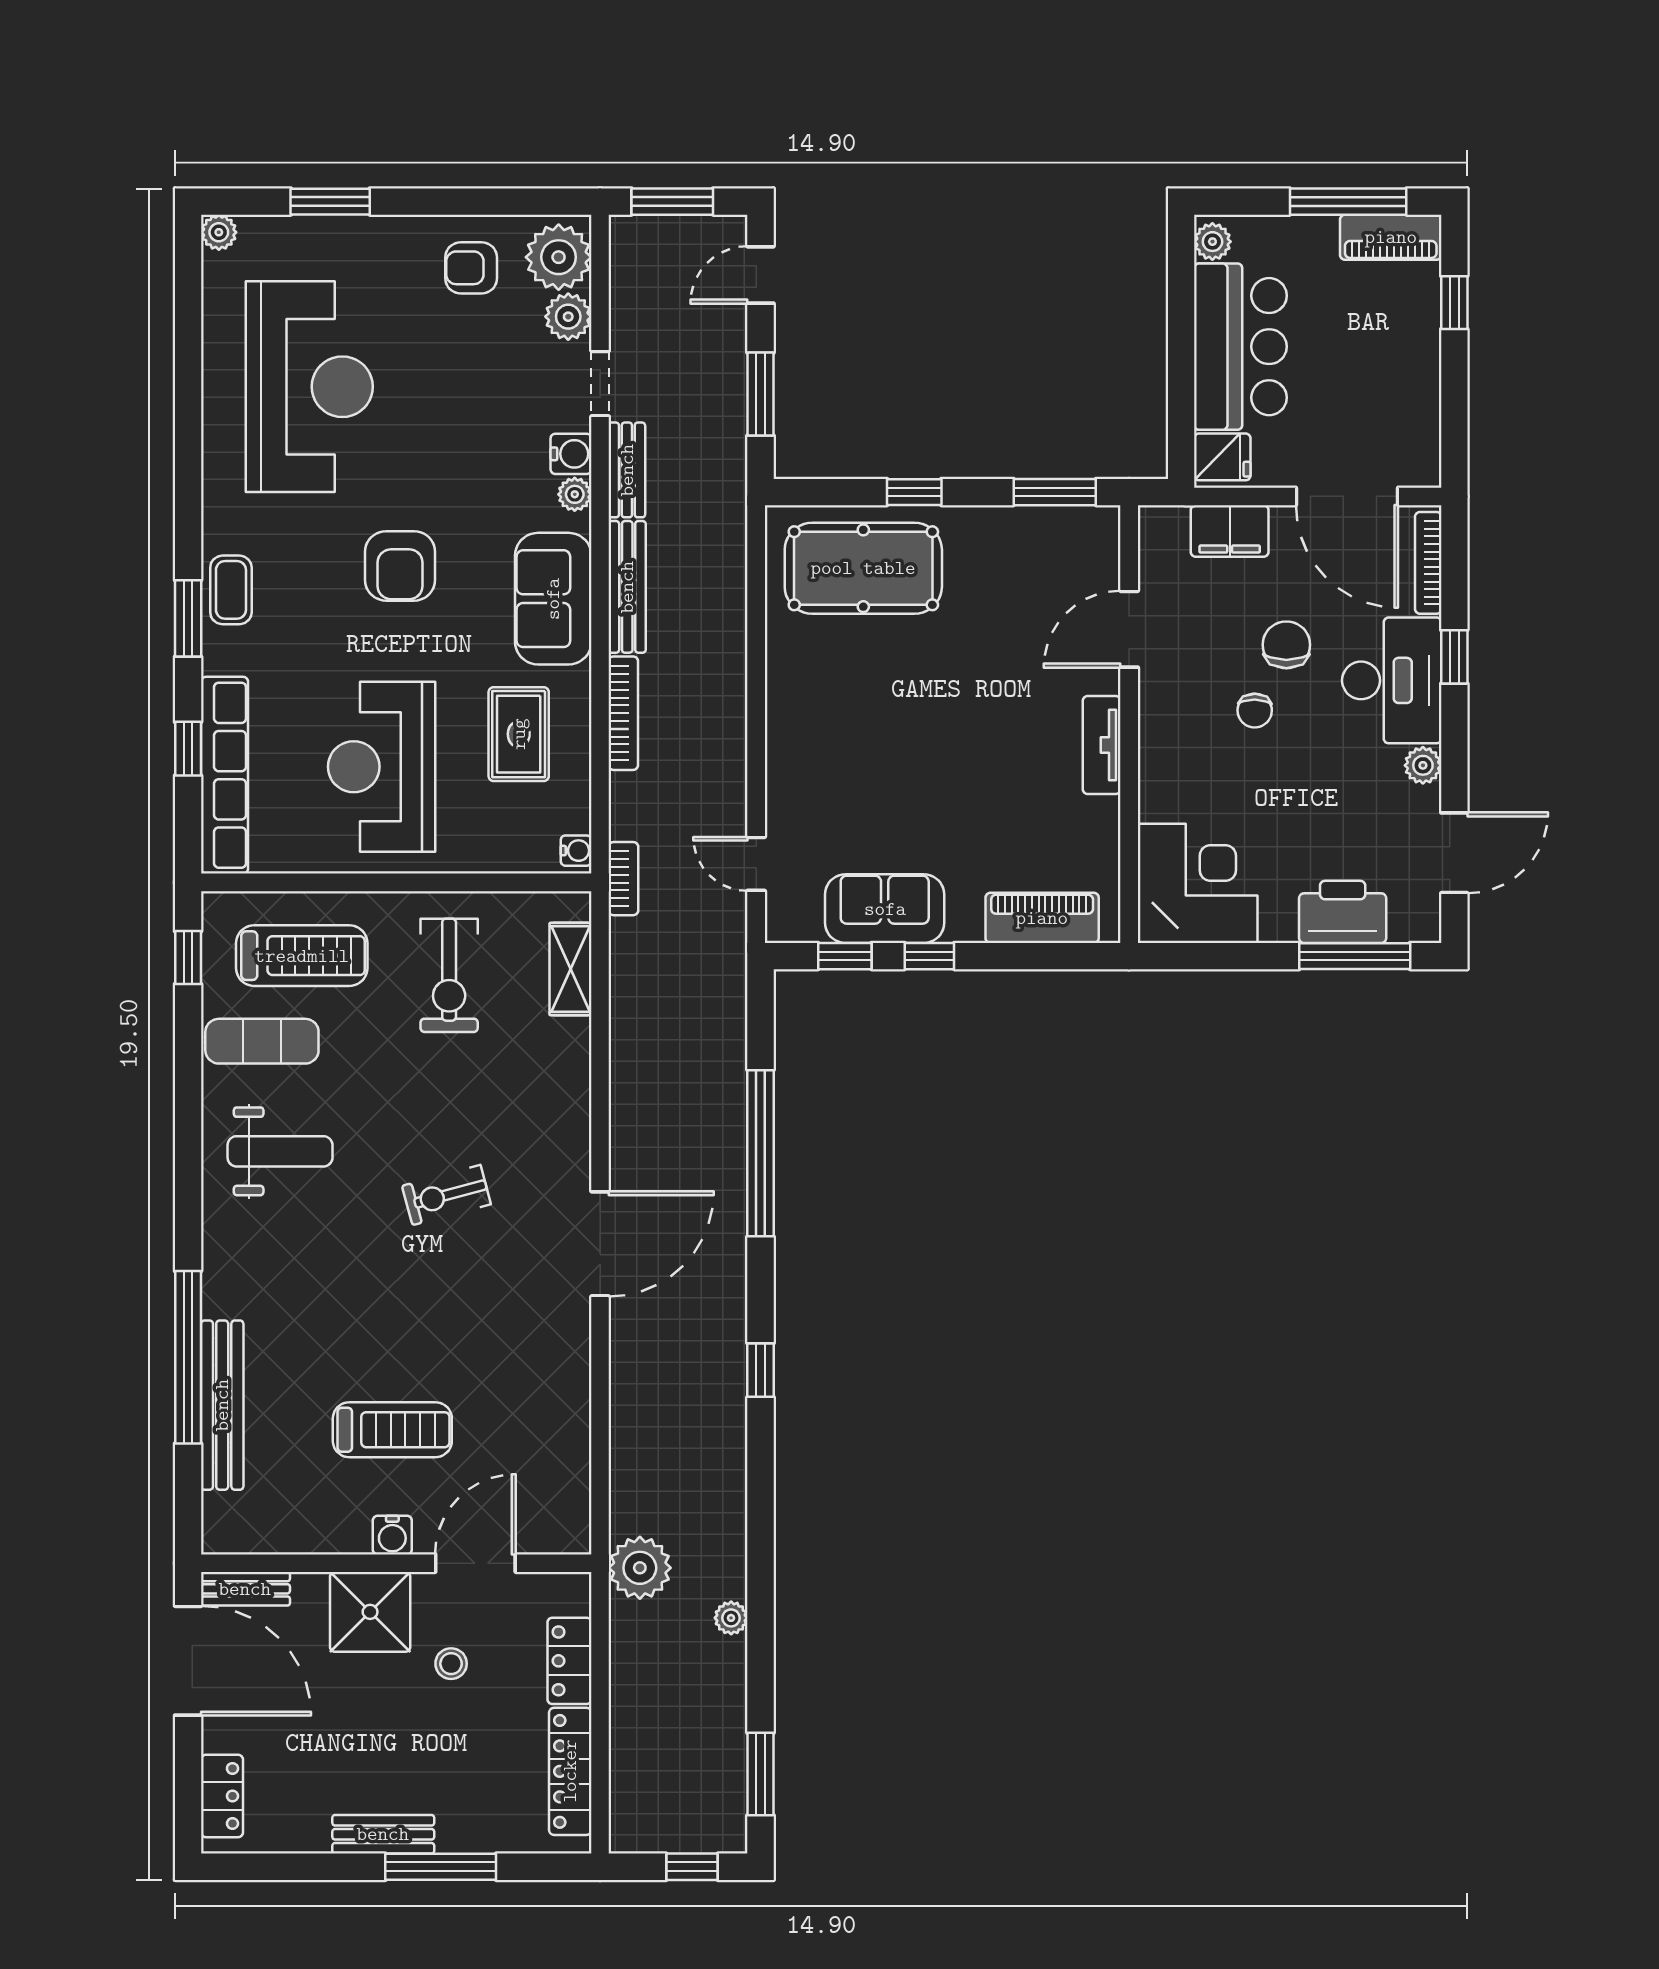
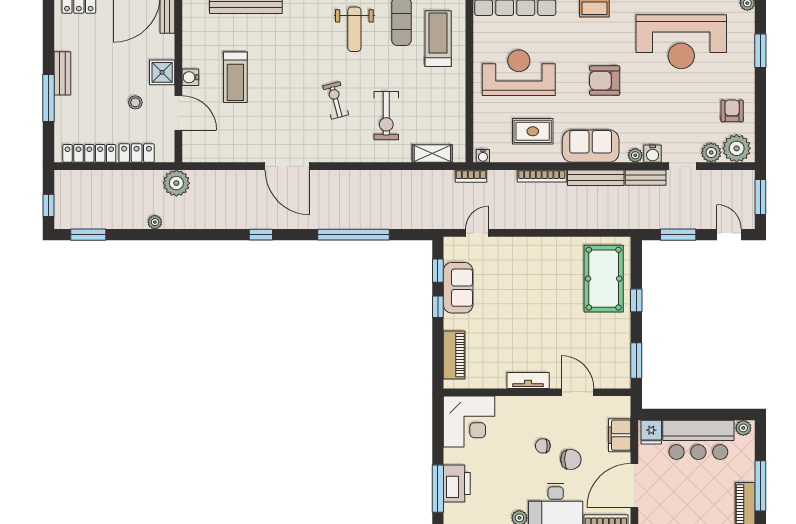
treadmill: (302, 956) -> (438, 39), turned 180
exercise bike: (449, 975) -> (386, 116), moved, turned -90
door: (600, 1244) -> (287, 166), moved
shower: (370, 1612) -> (162, 72), width x0.73, depth x0.73

